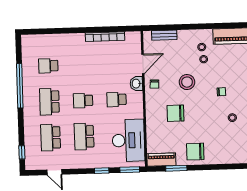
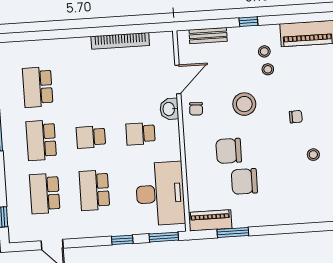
window: (192, 27) -> (248, 22), added
school desk: (48, 66) -> (38, 87), width x1.85
chair: (195, 152) -> (244, 181), moved

